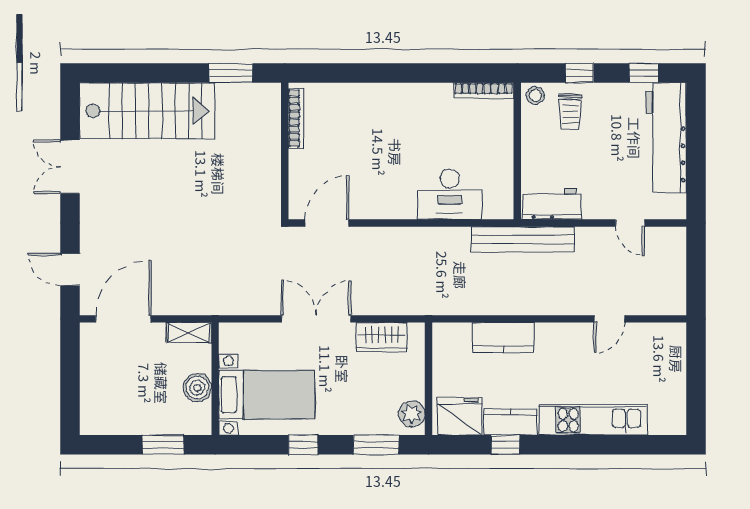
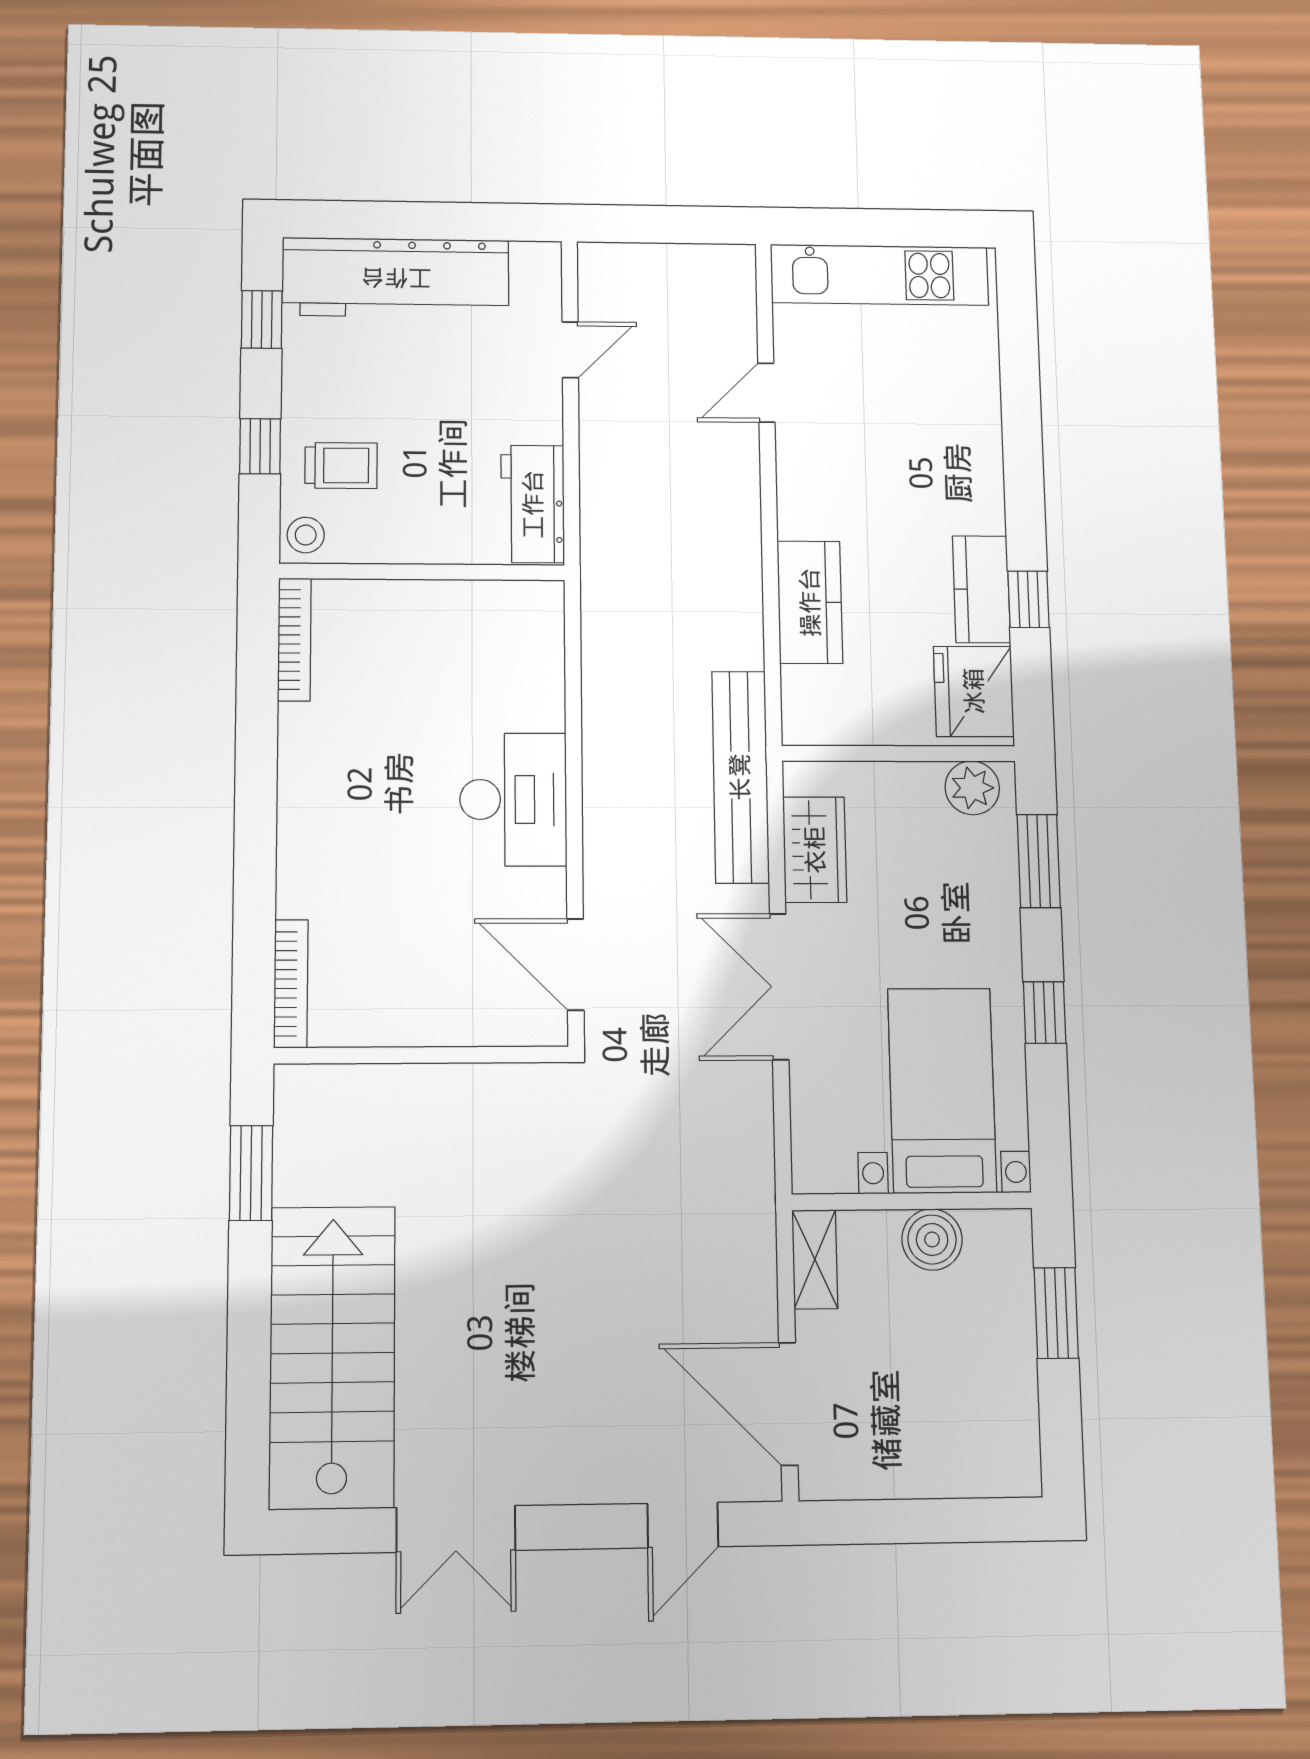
bookcase: (296, 118) -> (291, 984), moved, turned 90
desk: (450, 194) -> (513, 799), moved
bench: (523, 239) -> (740, 777), moved
door: (609, 319) -> (766, 393), swing flipped
kitchen unit: (593, 420) -> (880, 275), moved, turned -90

